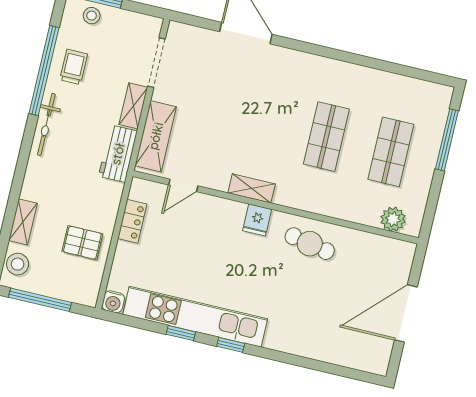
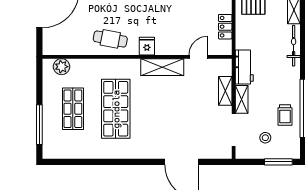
stool: (92, 16) -> (265, 138), moved
bicycle: (46, 125) -> (294, 46), moved
shelving: (156, 136) -> (225, 91), width x0.67, depth x0.75
shop shelf: (326, 137) -> (116, 109), width x1.43, depth x1.36
shelving: (252, 188) -> (162, 67), width x1.50, depth x1.33

